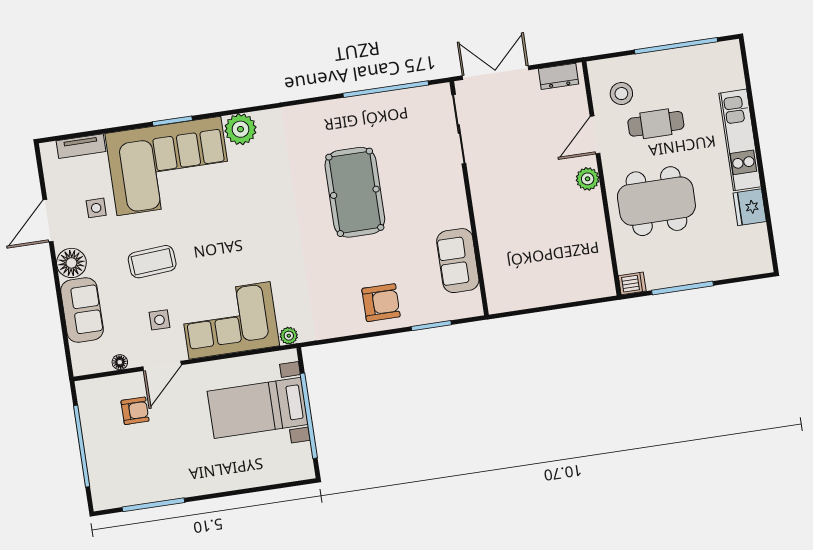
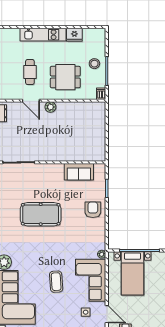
stool: (621, 94) -> (94, 64), moved
dining table: (656, 201) -> (65, 77), width x0.73
coffee table: (152, 262) -> (56, 282), moved

